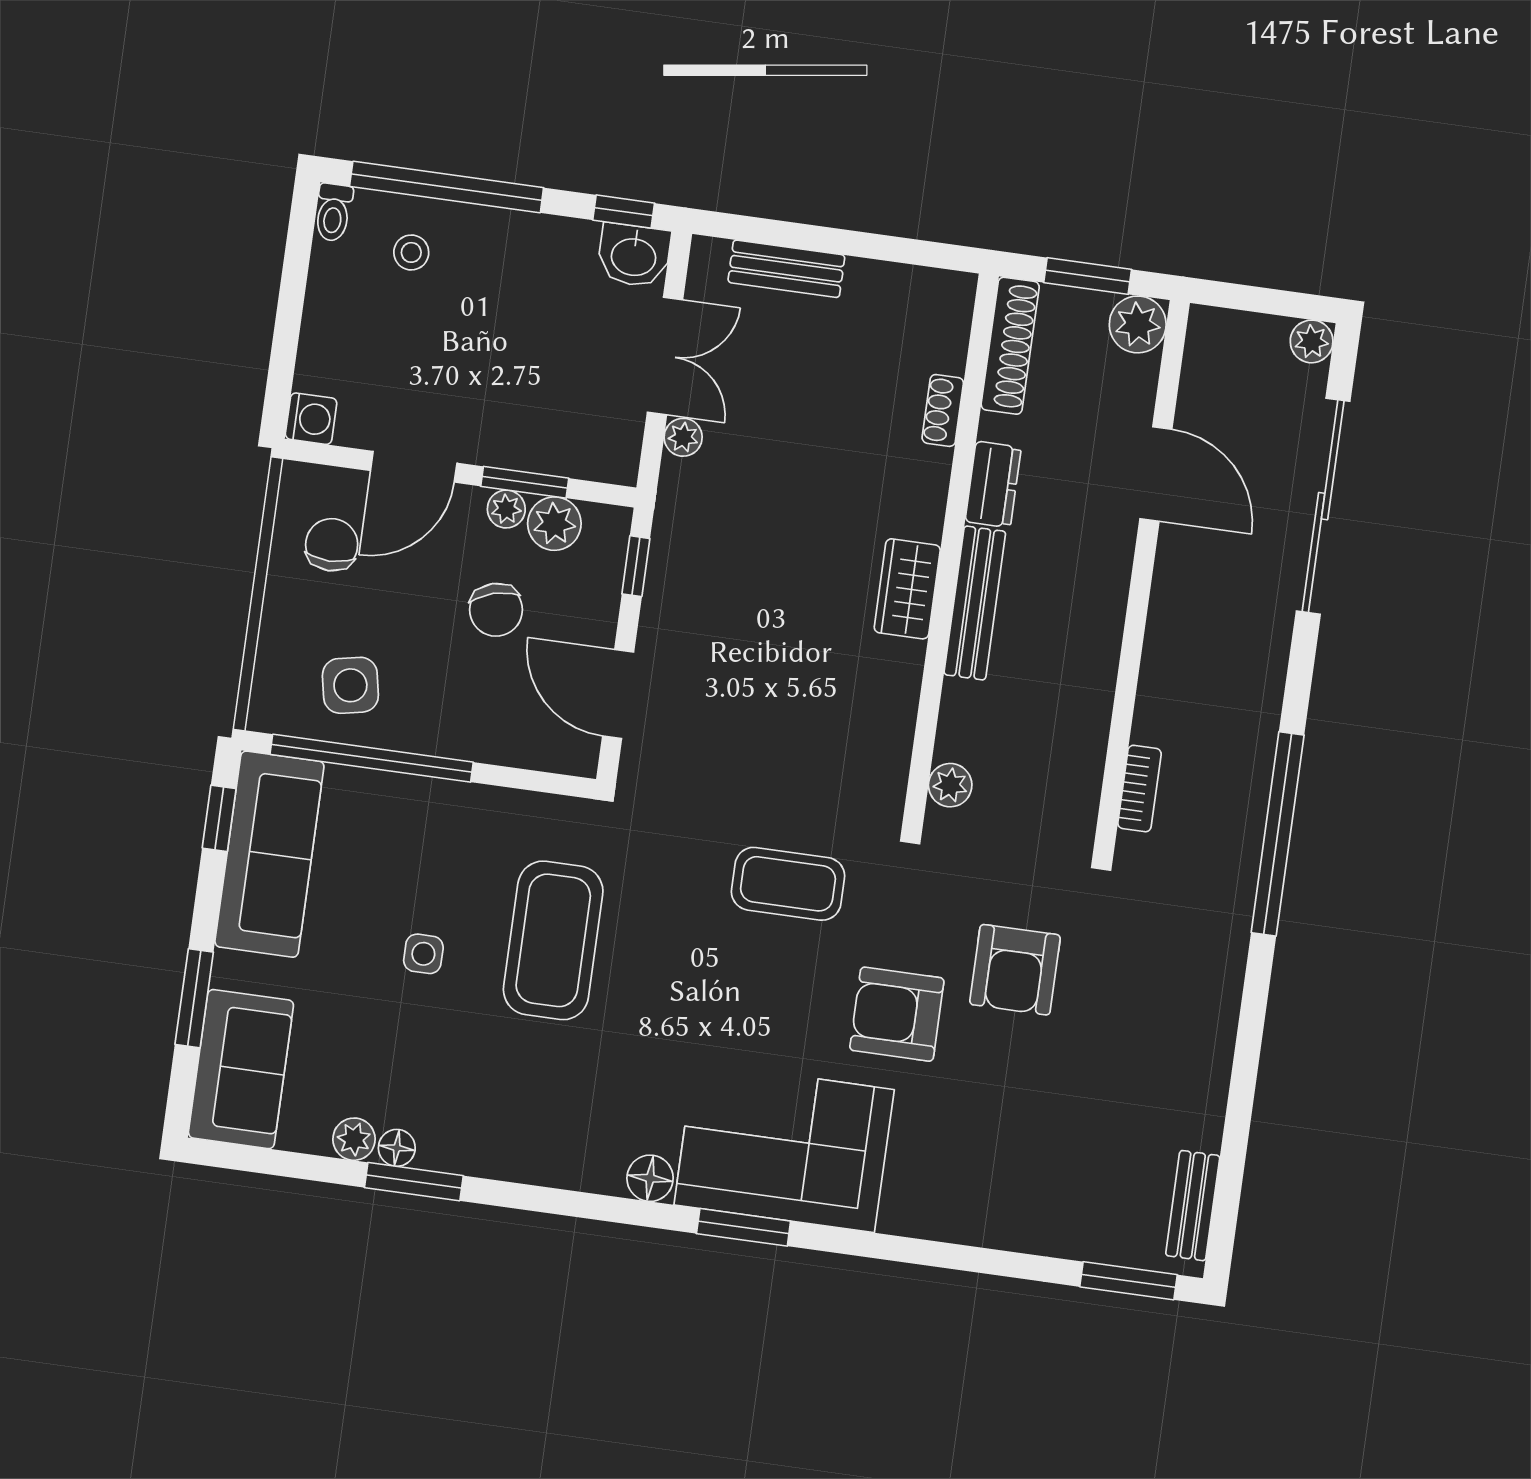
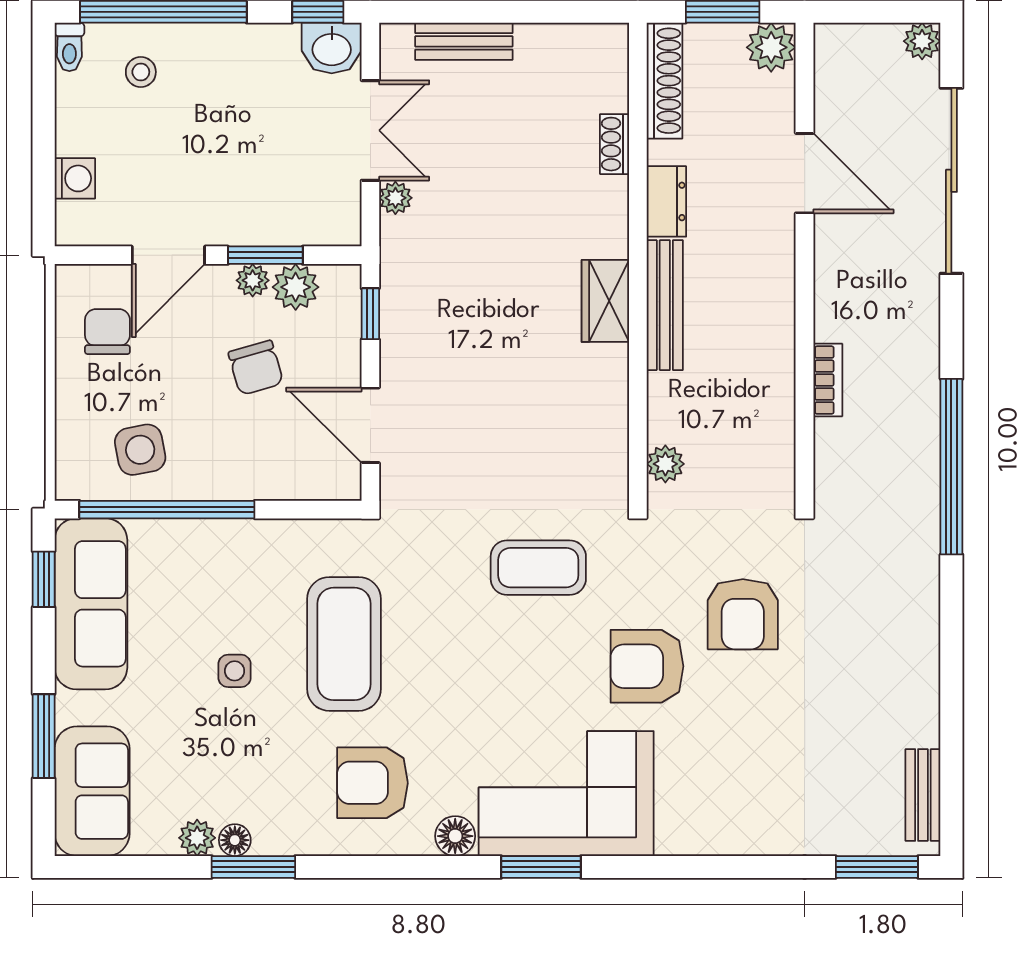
washing machine: (311, 419) -> (75, 178), moved
bookcase: (1139, 789) -> (828, 380), moved
armchair: (564, 1104) -> (372, 783), added

